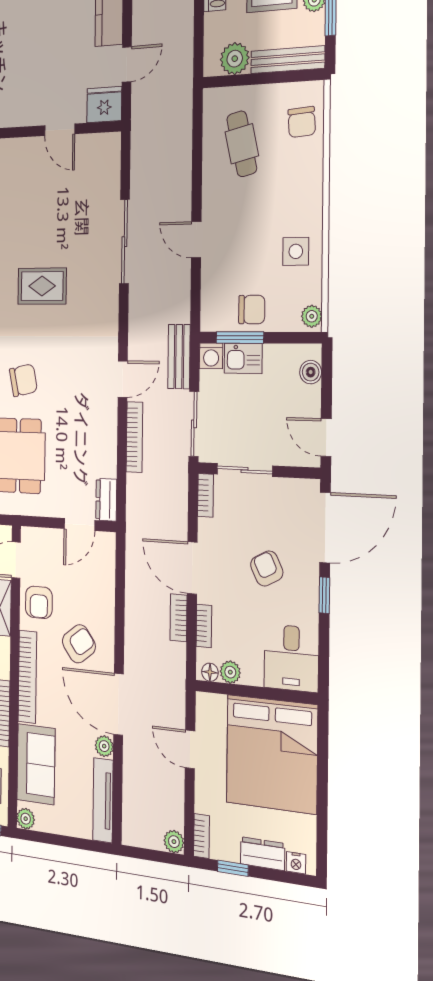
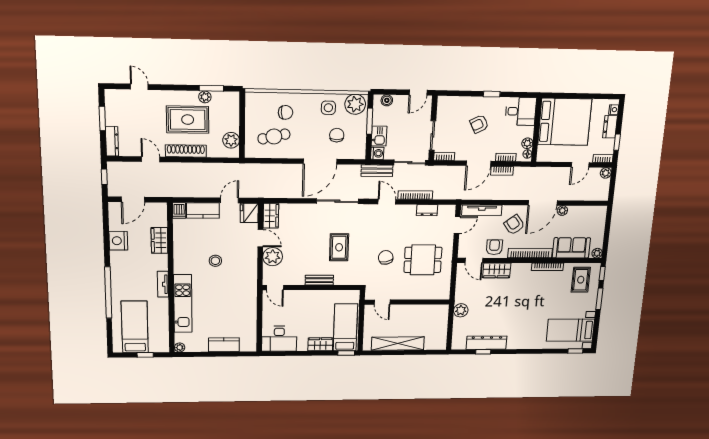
stool: (22, 46) -> (215, 261), added
bench: (288, 60) -> (234, 111), removed
door: (127, 64) -> (230, 200), hinge flipped
chair: (302, 122) -> (286, 112), moved
door: (60, 130) -> (260, 238), hinge flipped
wardrobe: (99, 148) -> (271, 216), added
plant: (27, 156) -> (273, 257), added
door: (196, 240) -> (320, 161), width x1.87
sliding door: (124, 242) -> (337, 201), moved
chair: (252, 310) -> (337, 135), moved
plant: (312, 316) -> (355, 104), width x1.88, depth x1.88
window: (240, 338) -> (370, 121), moved
dresser: (106, 500) -> (427, 210), moved
door: (80, 524) -> (457, 225), hinge flipped
door: (325, 527) -> (460, 93), removed
armchair: (39, 602) -> (494, 247), turned -90
door: (190, 749) -> (580, 165), moved
tv unit: (103, 800) -> (482, 210), moved

